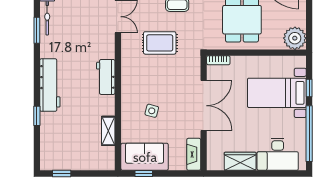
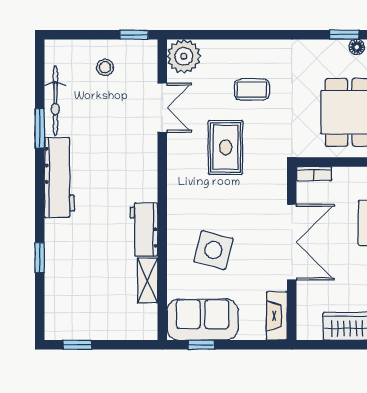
rug: (160, 43) -> (225, 147), turned 90
workbench: (106, 77) -> (144, 230), moved
workbench: (50, 85) -> (59, 177), moved
side table: (152, 111) -> (213, 250), width x1.87, depth x1.87

